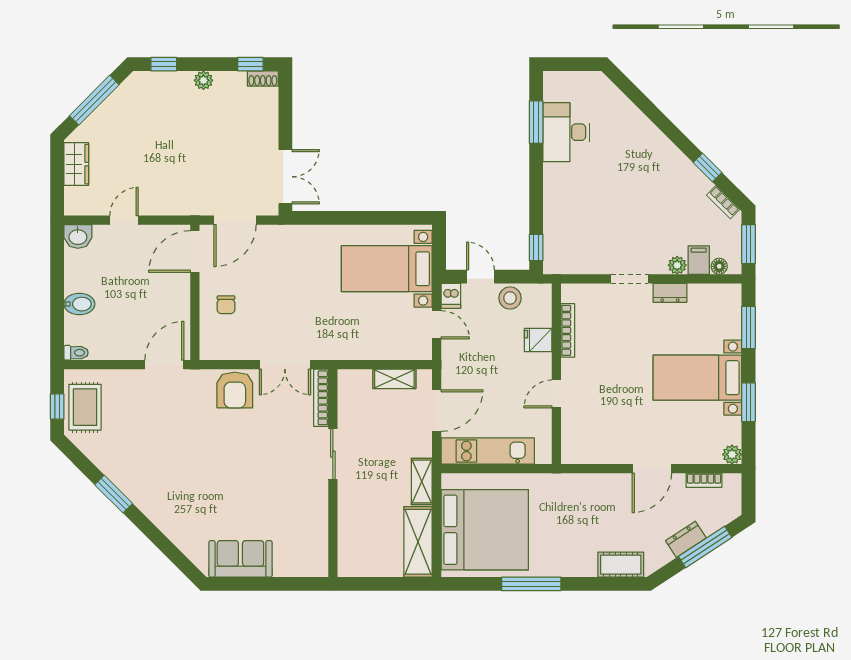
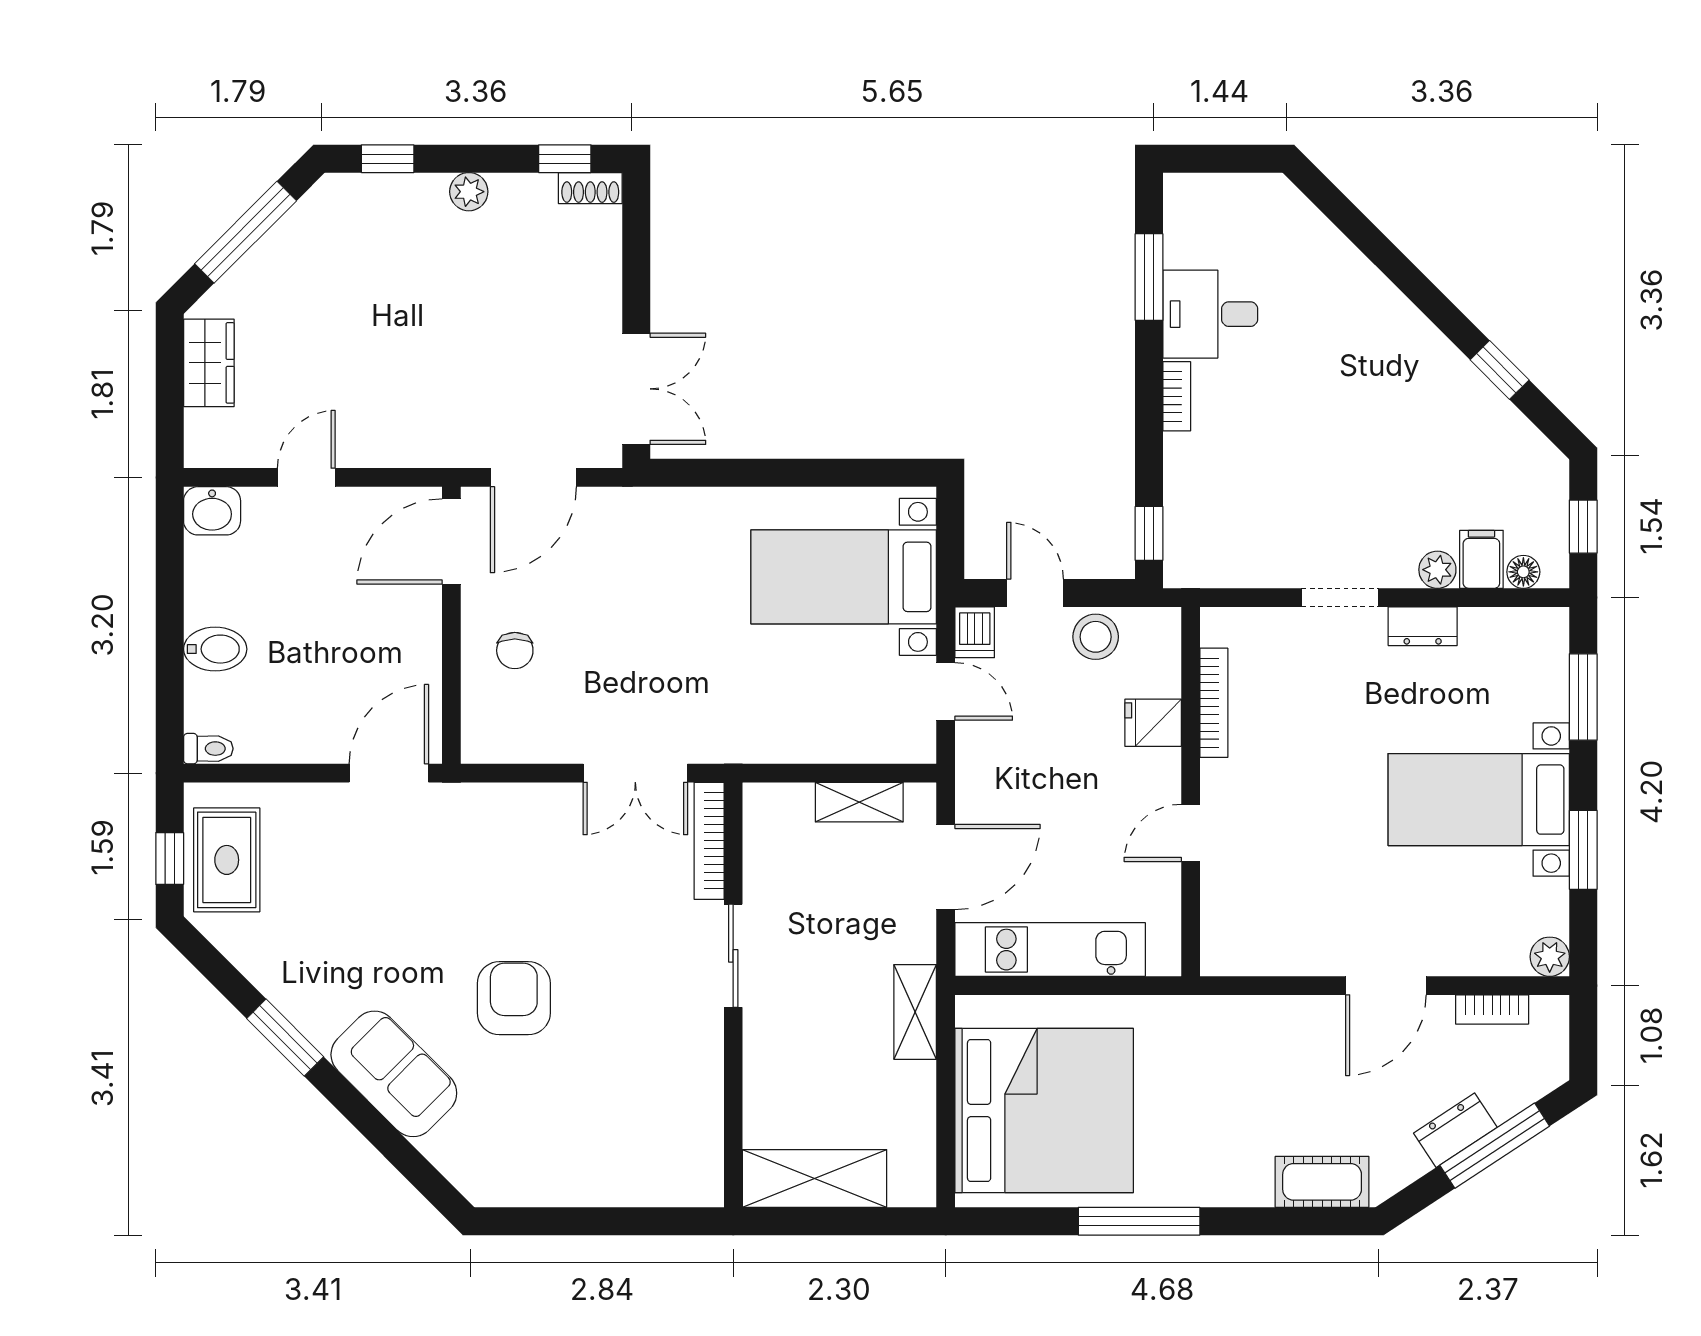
desk: (566, 132) -> (1210, 314), width x0.73
bookcase: (723, 202) -> (1177, 396), moved, turned -135
window: (748, 244) -> (1583, 527), width x0.67
armchair: (235, 390) -> (514, 998), moved, turned 180
shelving: (418, 542) -> (815, 1178), moved, turned 90
sofa: (240, 559) -> (394, 1074), moved, turned 45

